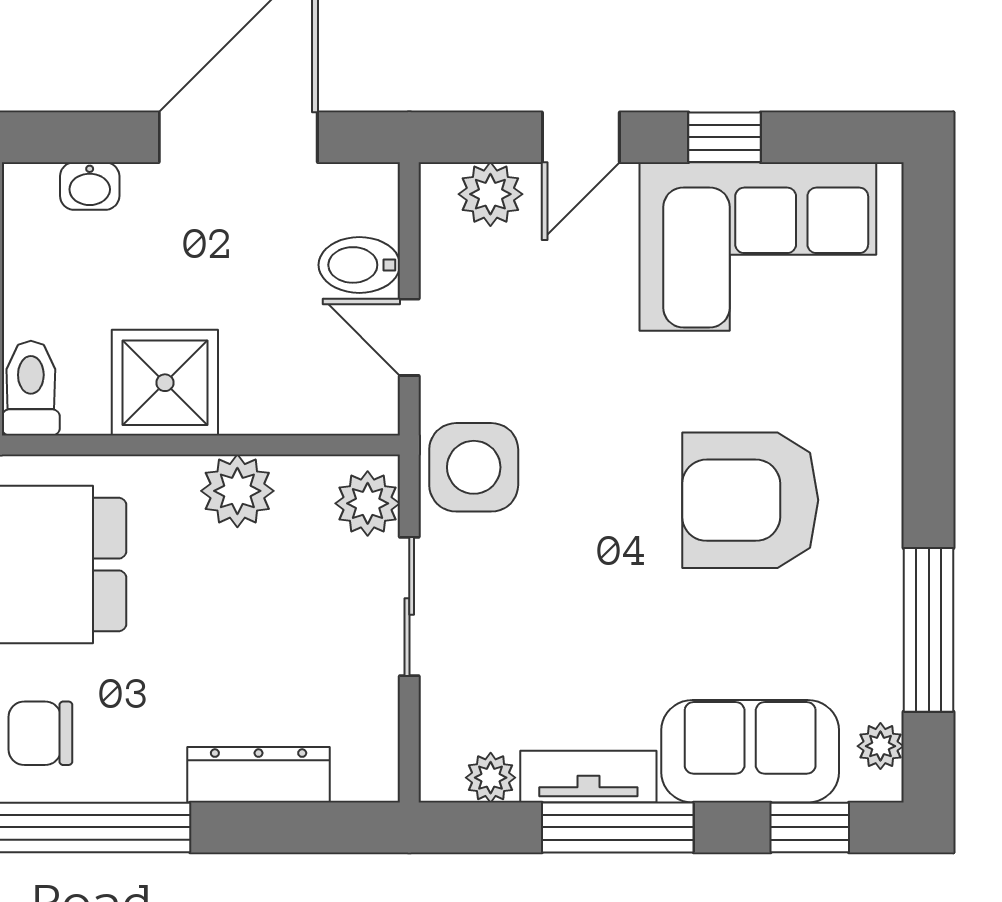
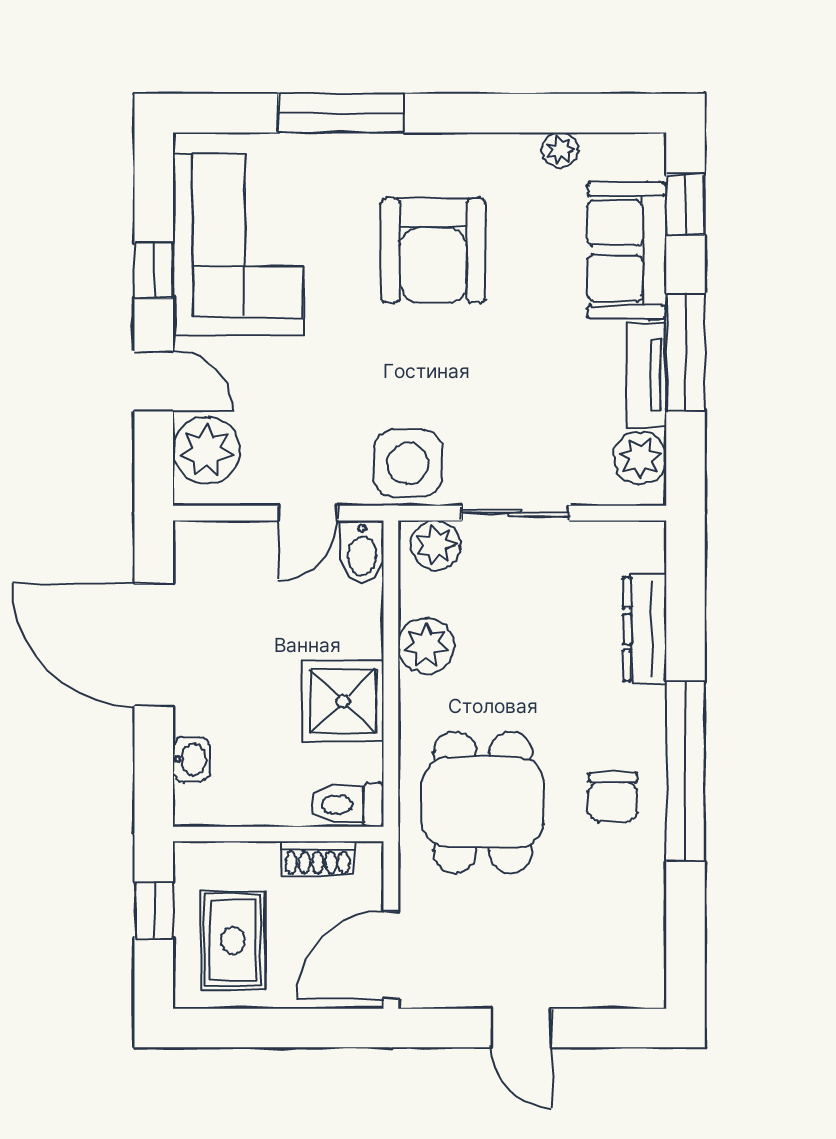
plant: (490, 194) -> (207, 451), width x1.36, depth x1.36
bidet: (359, 265) -> (362, 552), moved
window: (929, 630) -> (341, 113), moved
plant: (880, 746) -> (560, 150), moved
plant: (491, 778) -> (640, 458), width x1.38, depth x1.38

